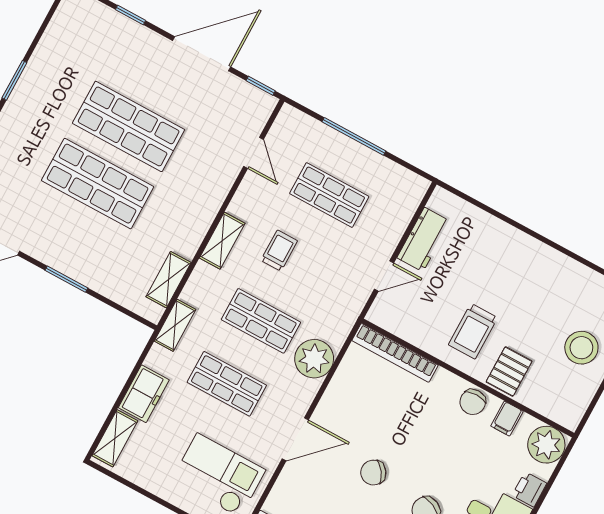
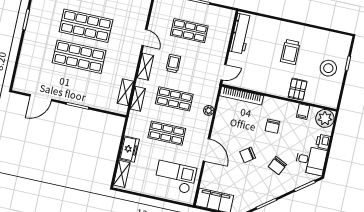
door: (254, 153) -> (144, 38), moved
workbench: (424, 240) -> (241, 34), width x1.38
door: (384, 276) -> (224, 72), moved
shelving: (175, 325) -> (138, 99), moved
trolley: (473, 331) -> (290, 52), moved
plant: (314, 359) -> (209, 110), width x0.53, depth x0.53
chair: (473, 402) -> (273, 126), moved
door: (295, 439) -> (206, 150), hinge flipped

